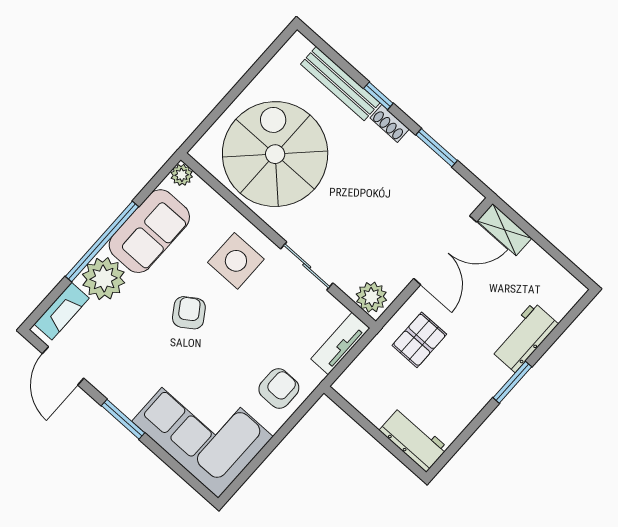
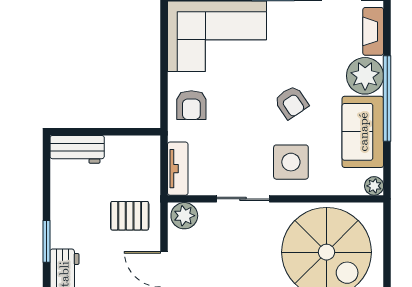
pallet: (419, 340) -> (130, 216), turned 90

